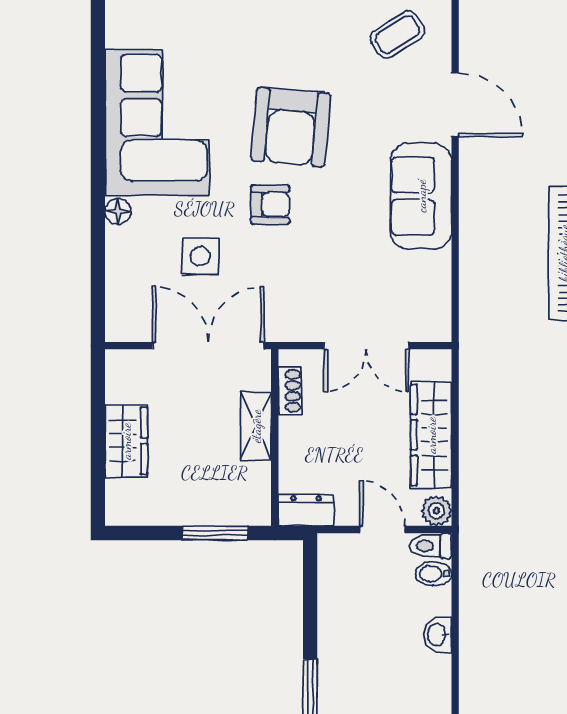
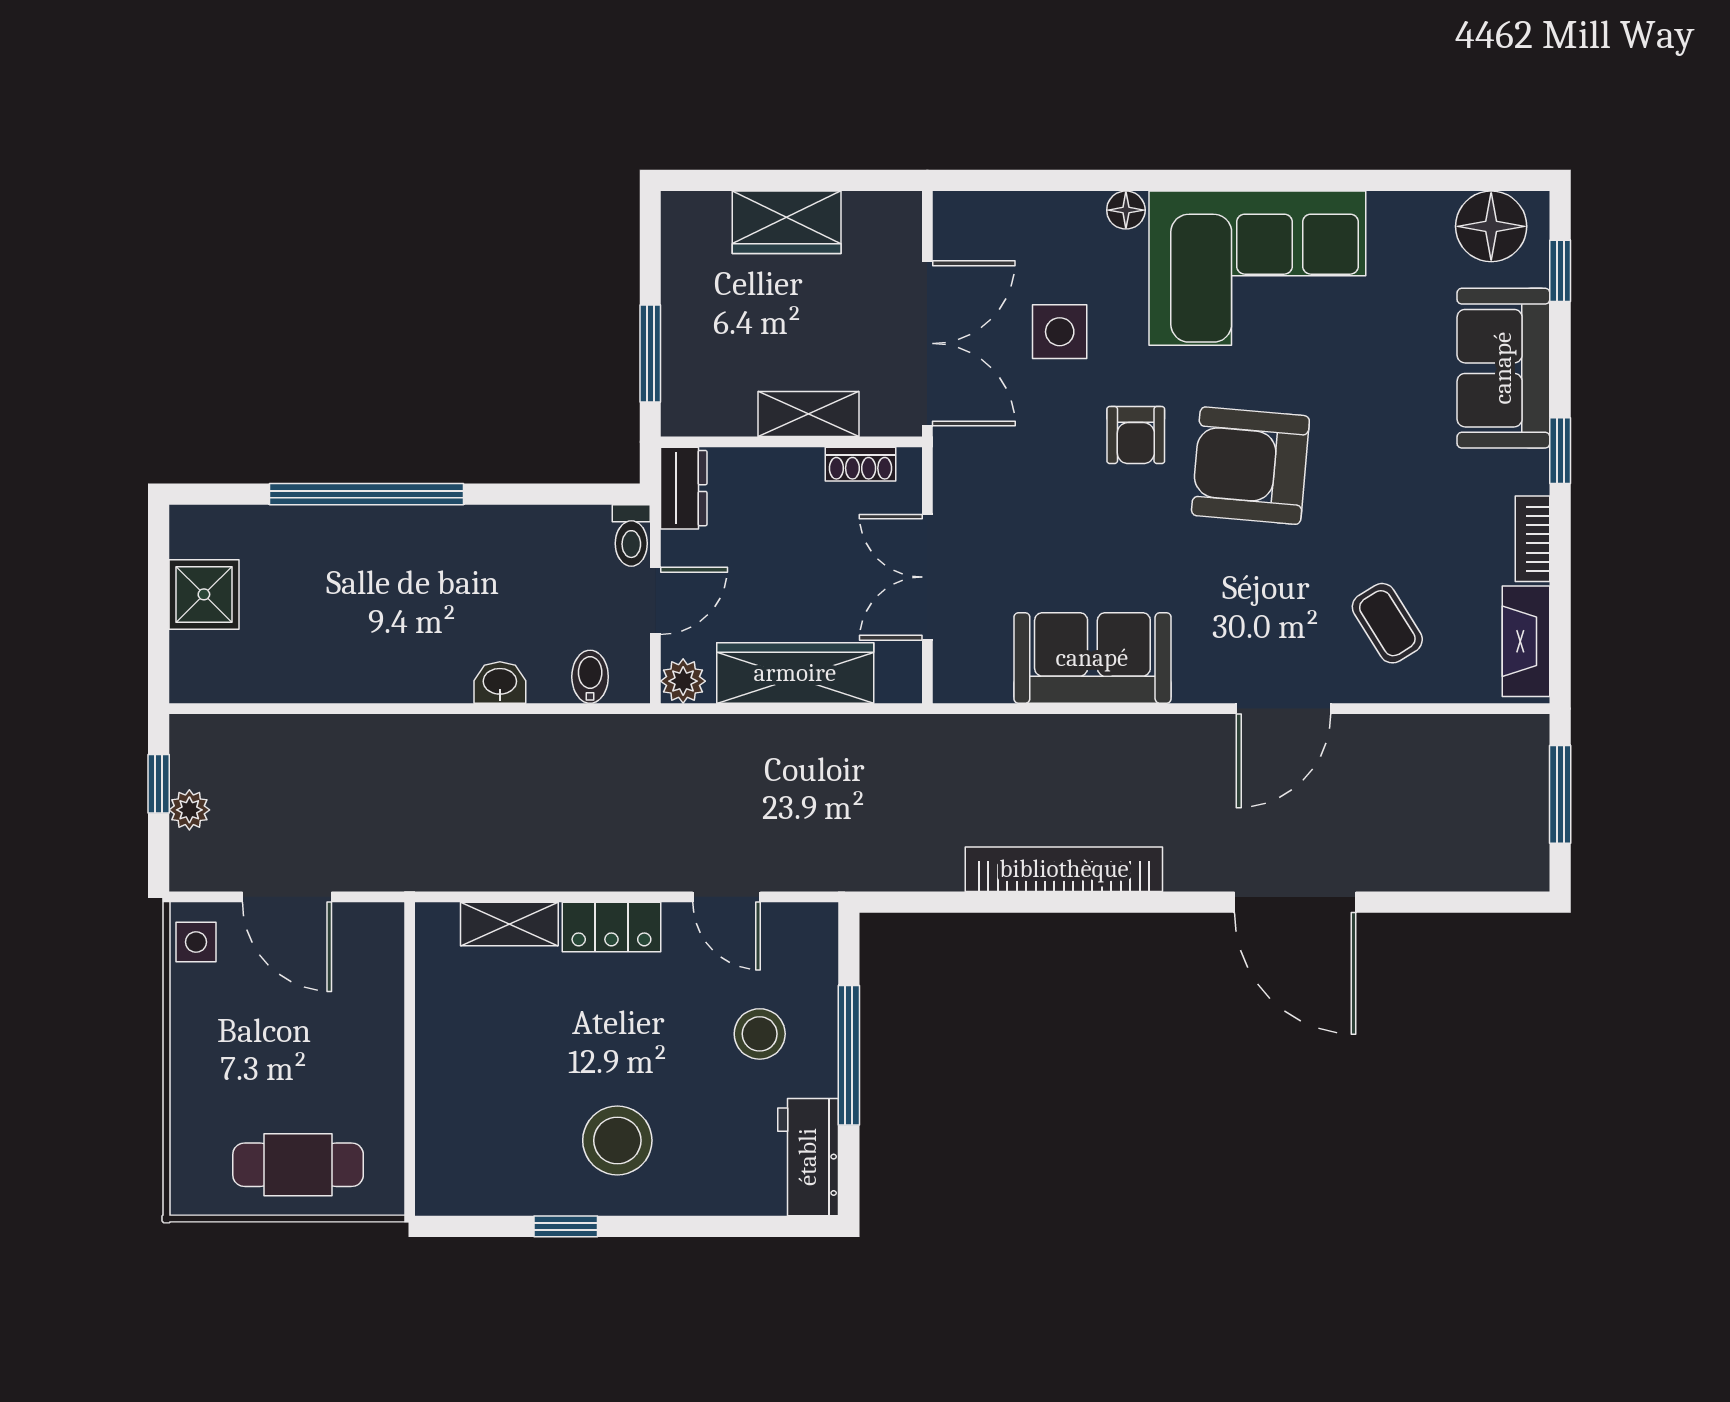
sofa: (421, 196) -> (1092, 658), moved
toilet: (431, 546) -> (631, 535), moved, turned 180

